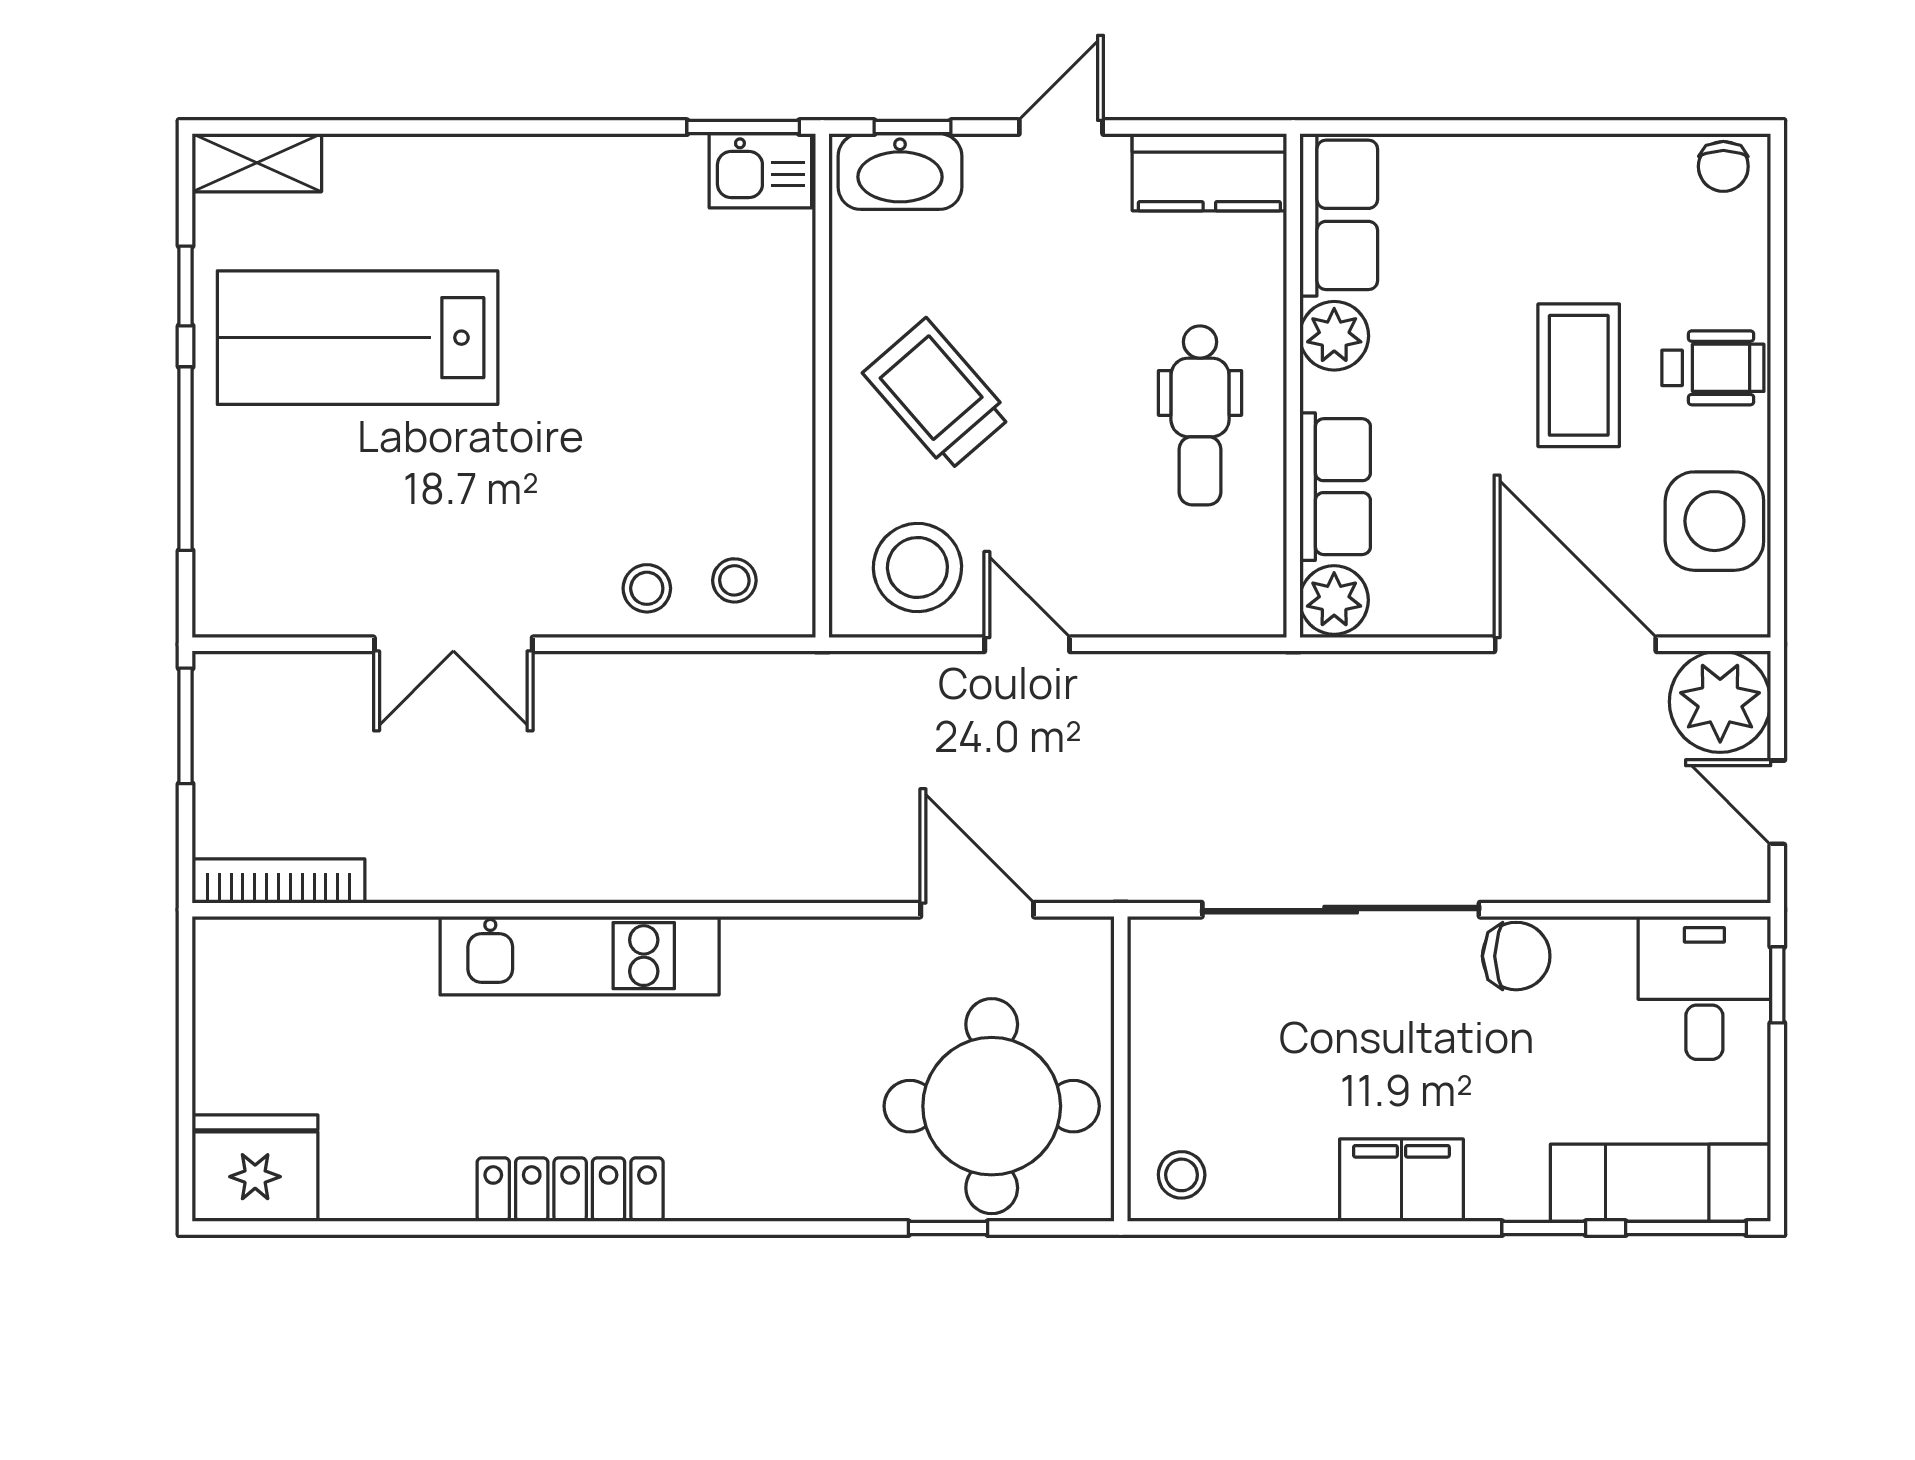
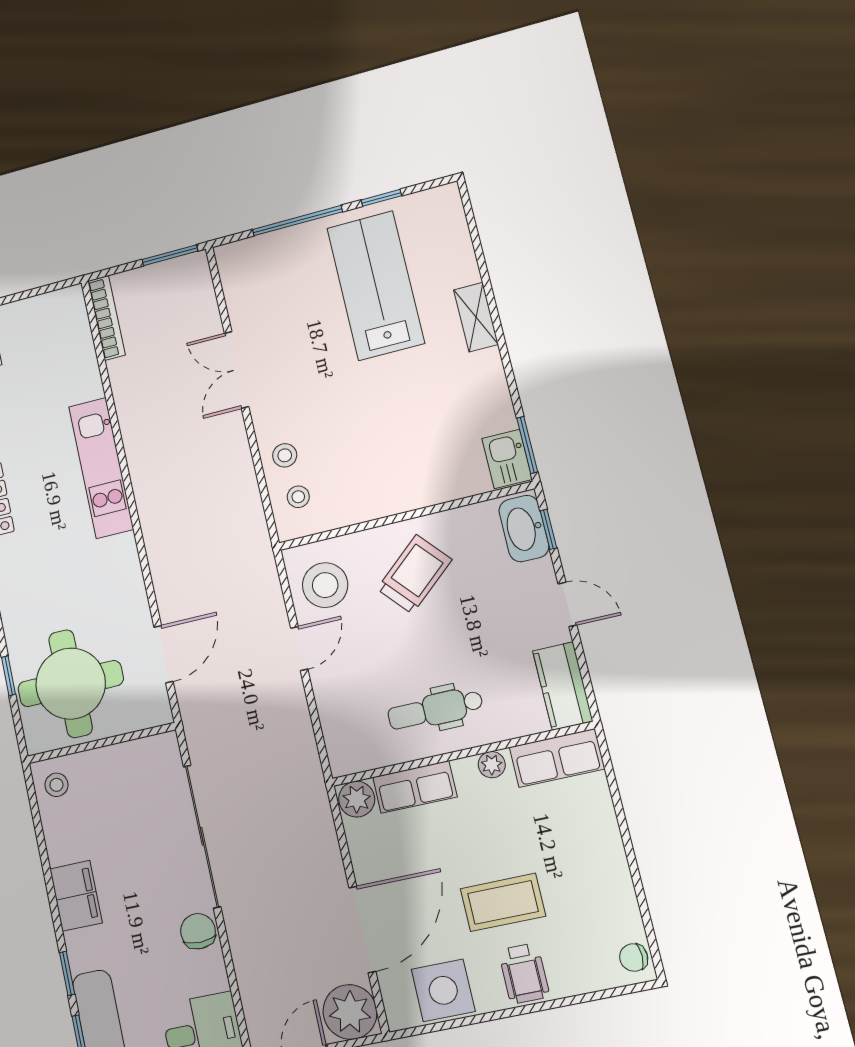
shelving: (257, 163) -> (476, 317), moved
plant: (1334, 336) -> (492, 765), width x0.73, depth x0.73
chair: (1516, 956) -> (198, 931), turned 180

